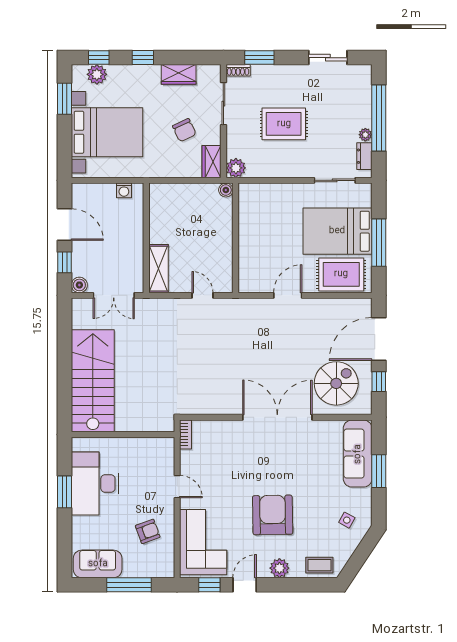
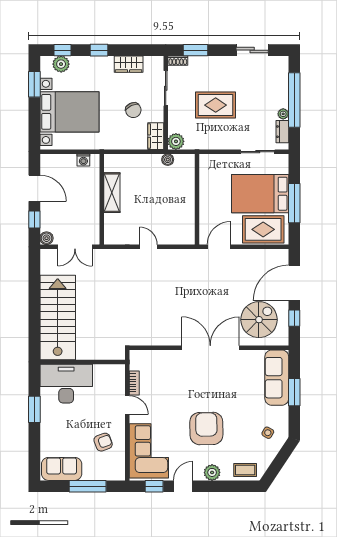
wall: (235, 238) -> (197, 199), moved
shelving: (158, 269) -> (112, 193), moved
bookcase: (186, 435) -> (134, 383), moved
desk: (95, 484) -> (66, 384), moved, turned 90

